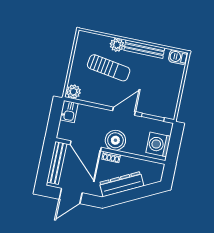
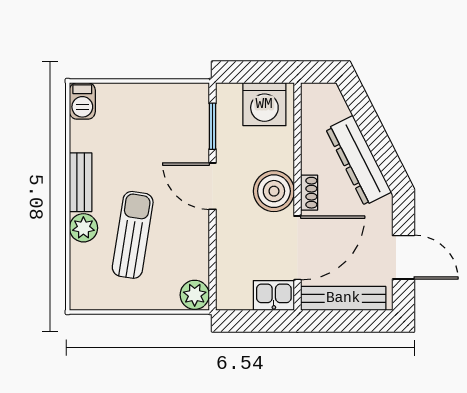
bench: (144, 49) -> (81, 182), width x0.73
kitchen sink: (69, 112) -> (274, 295), moved

